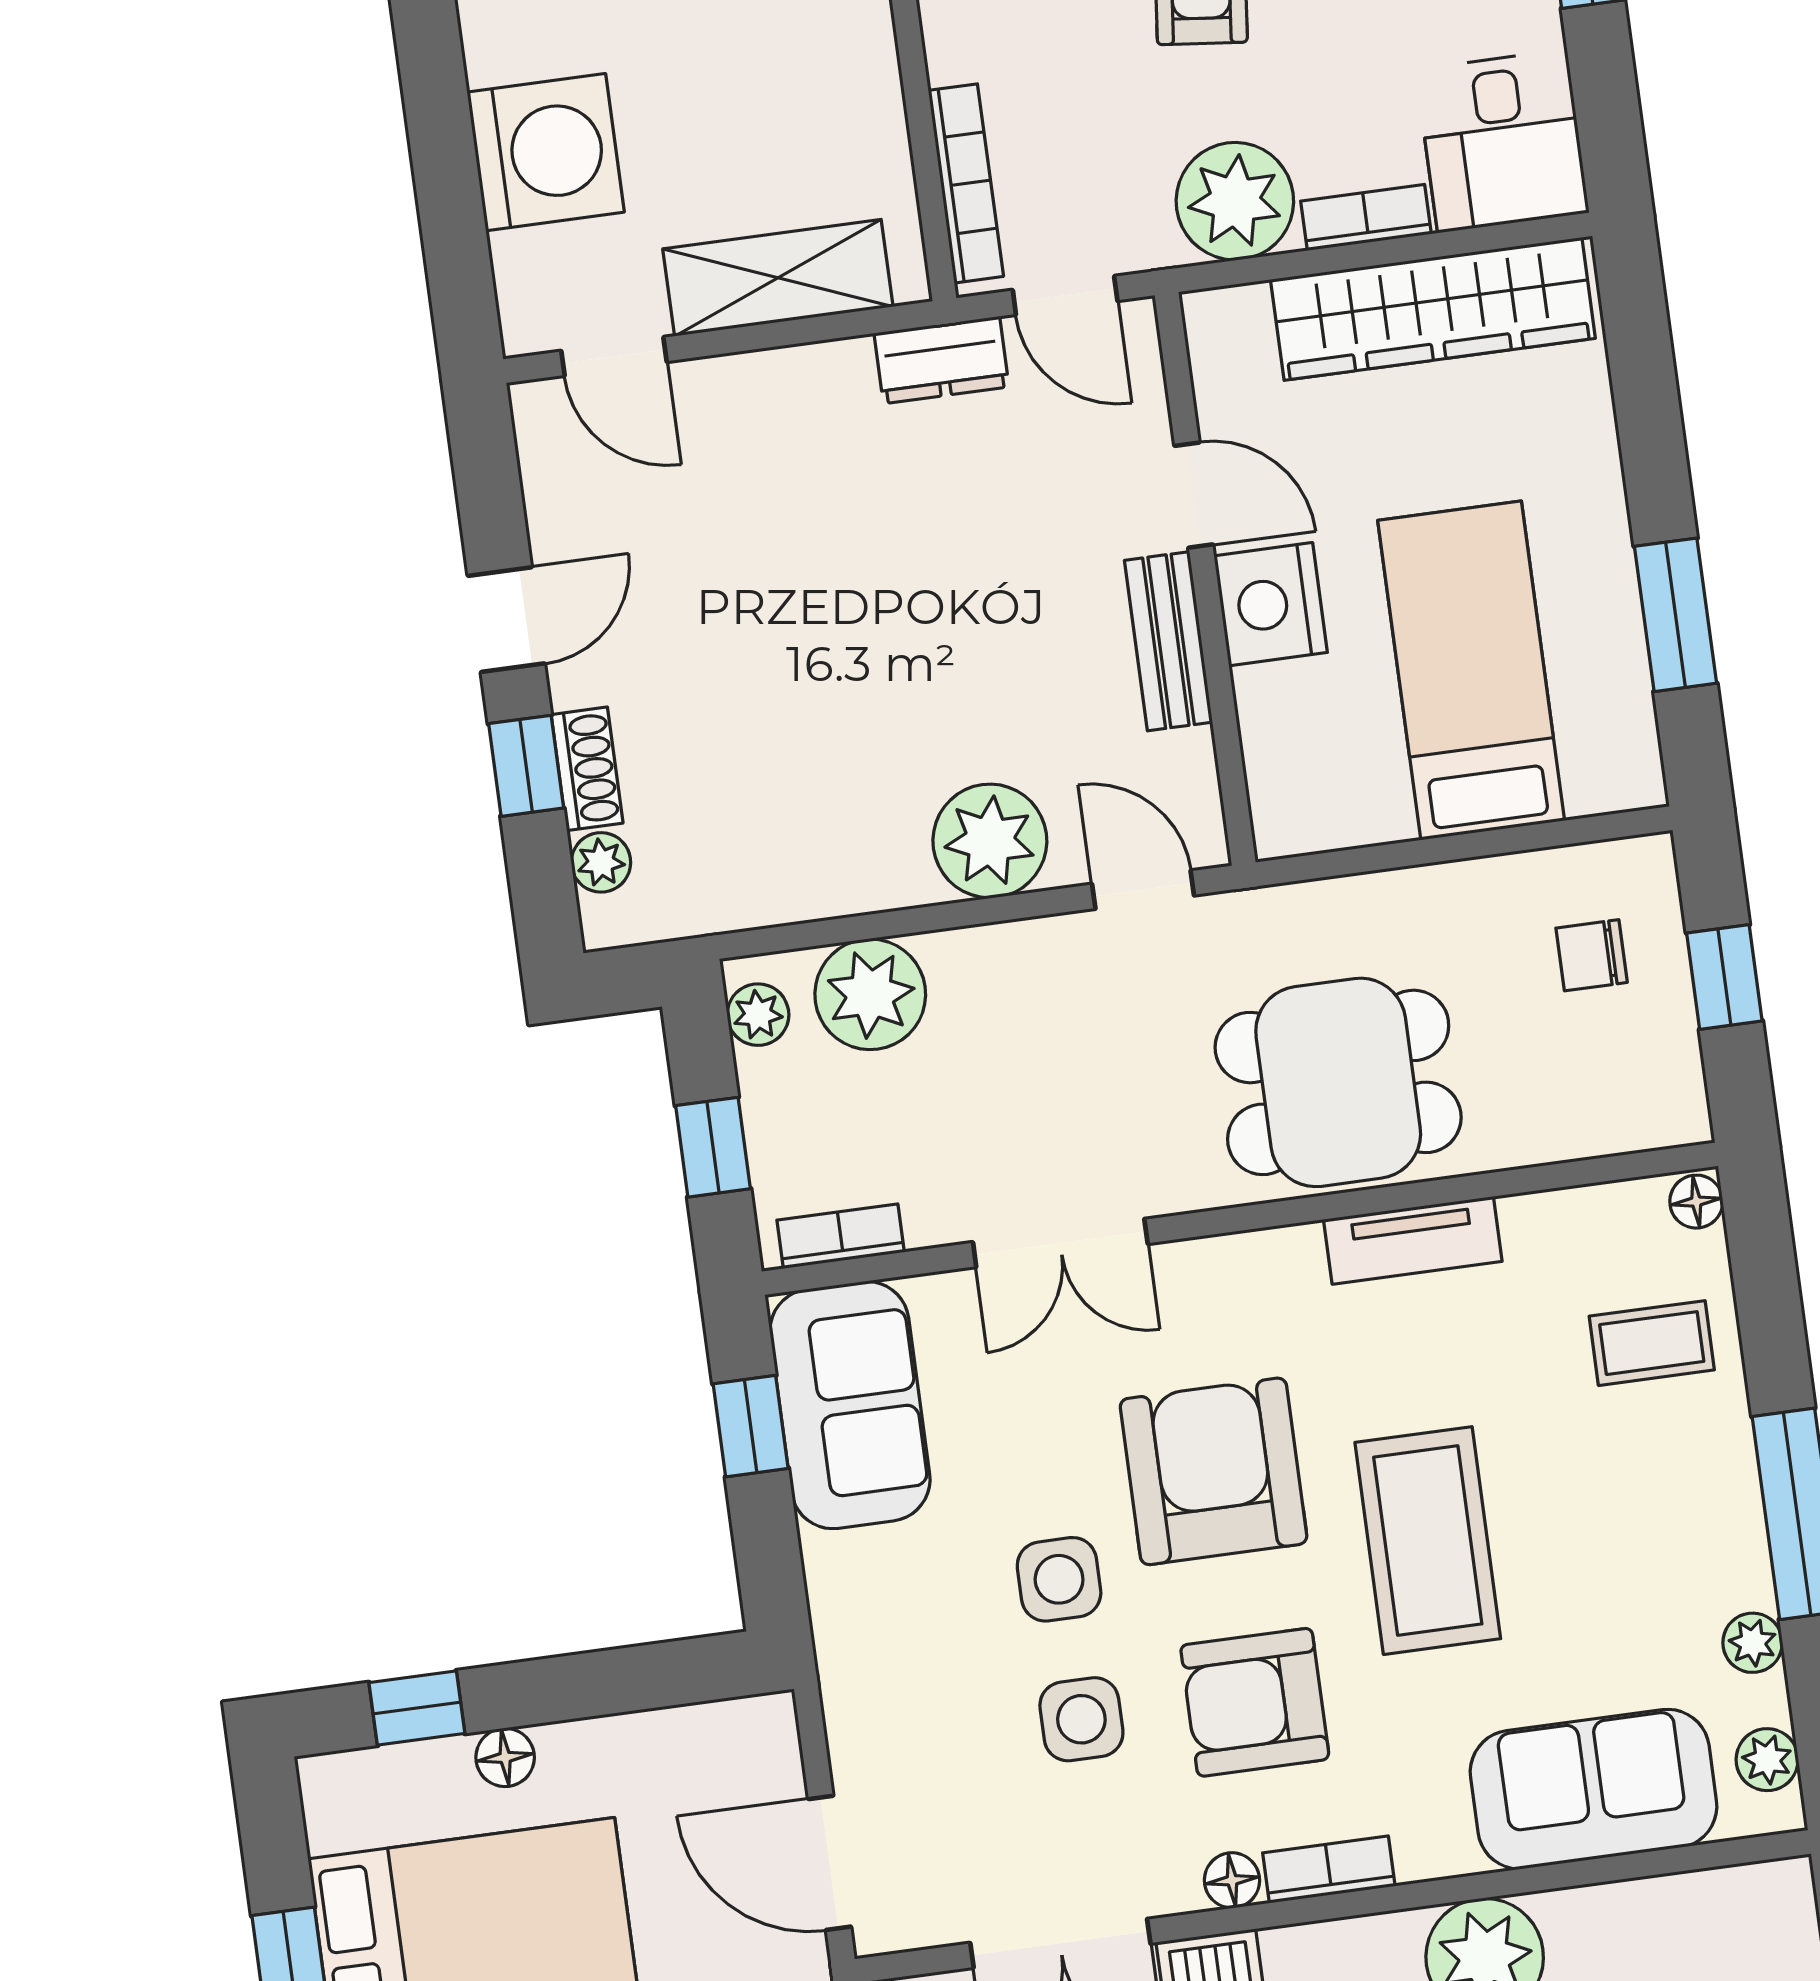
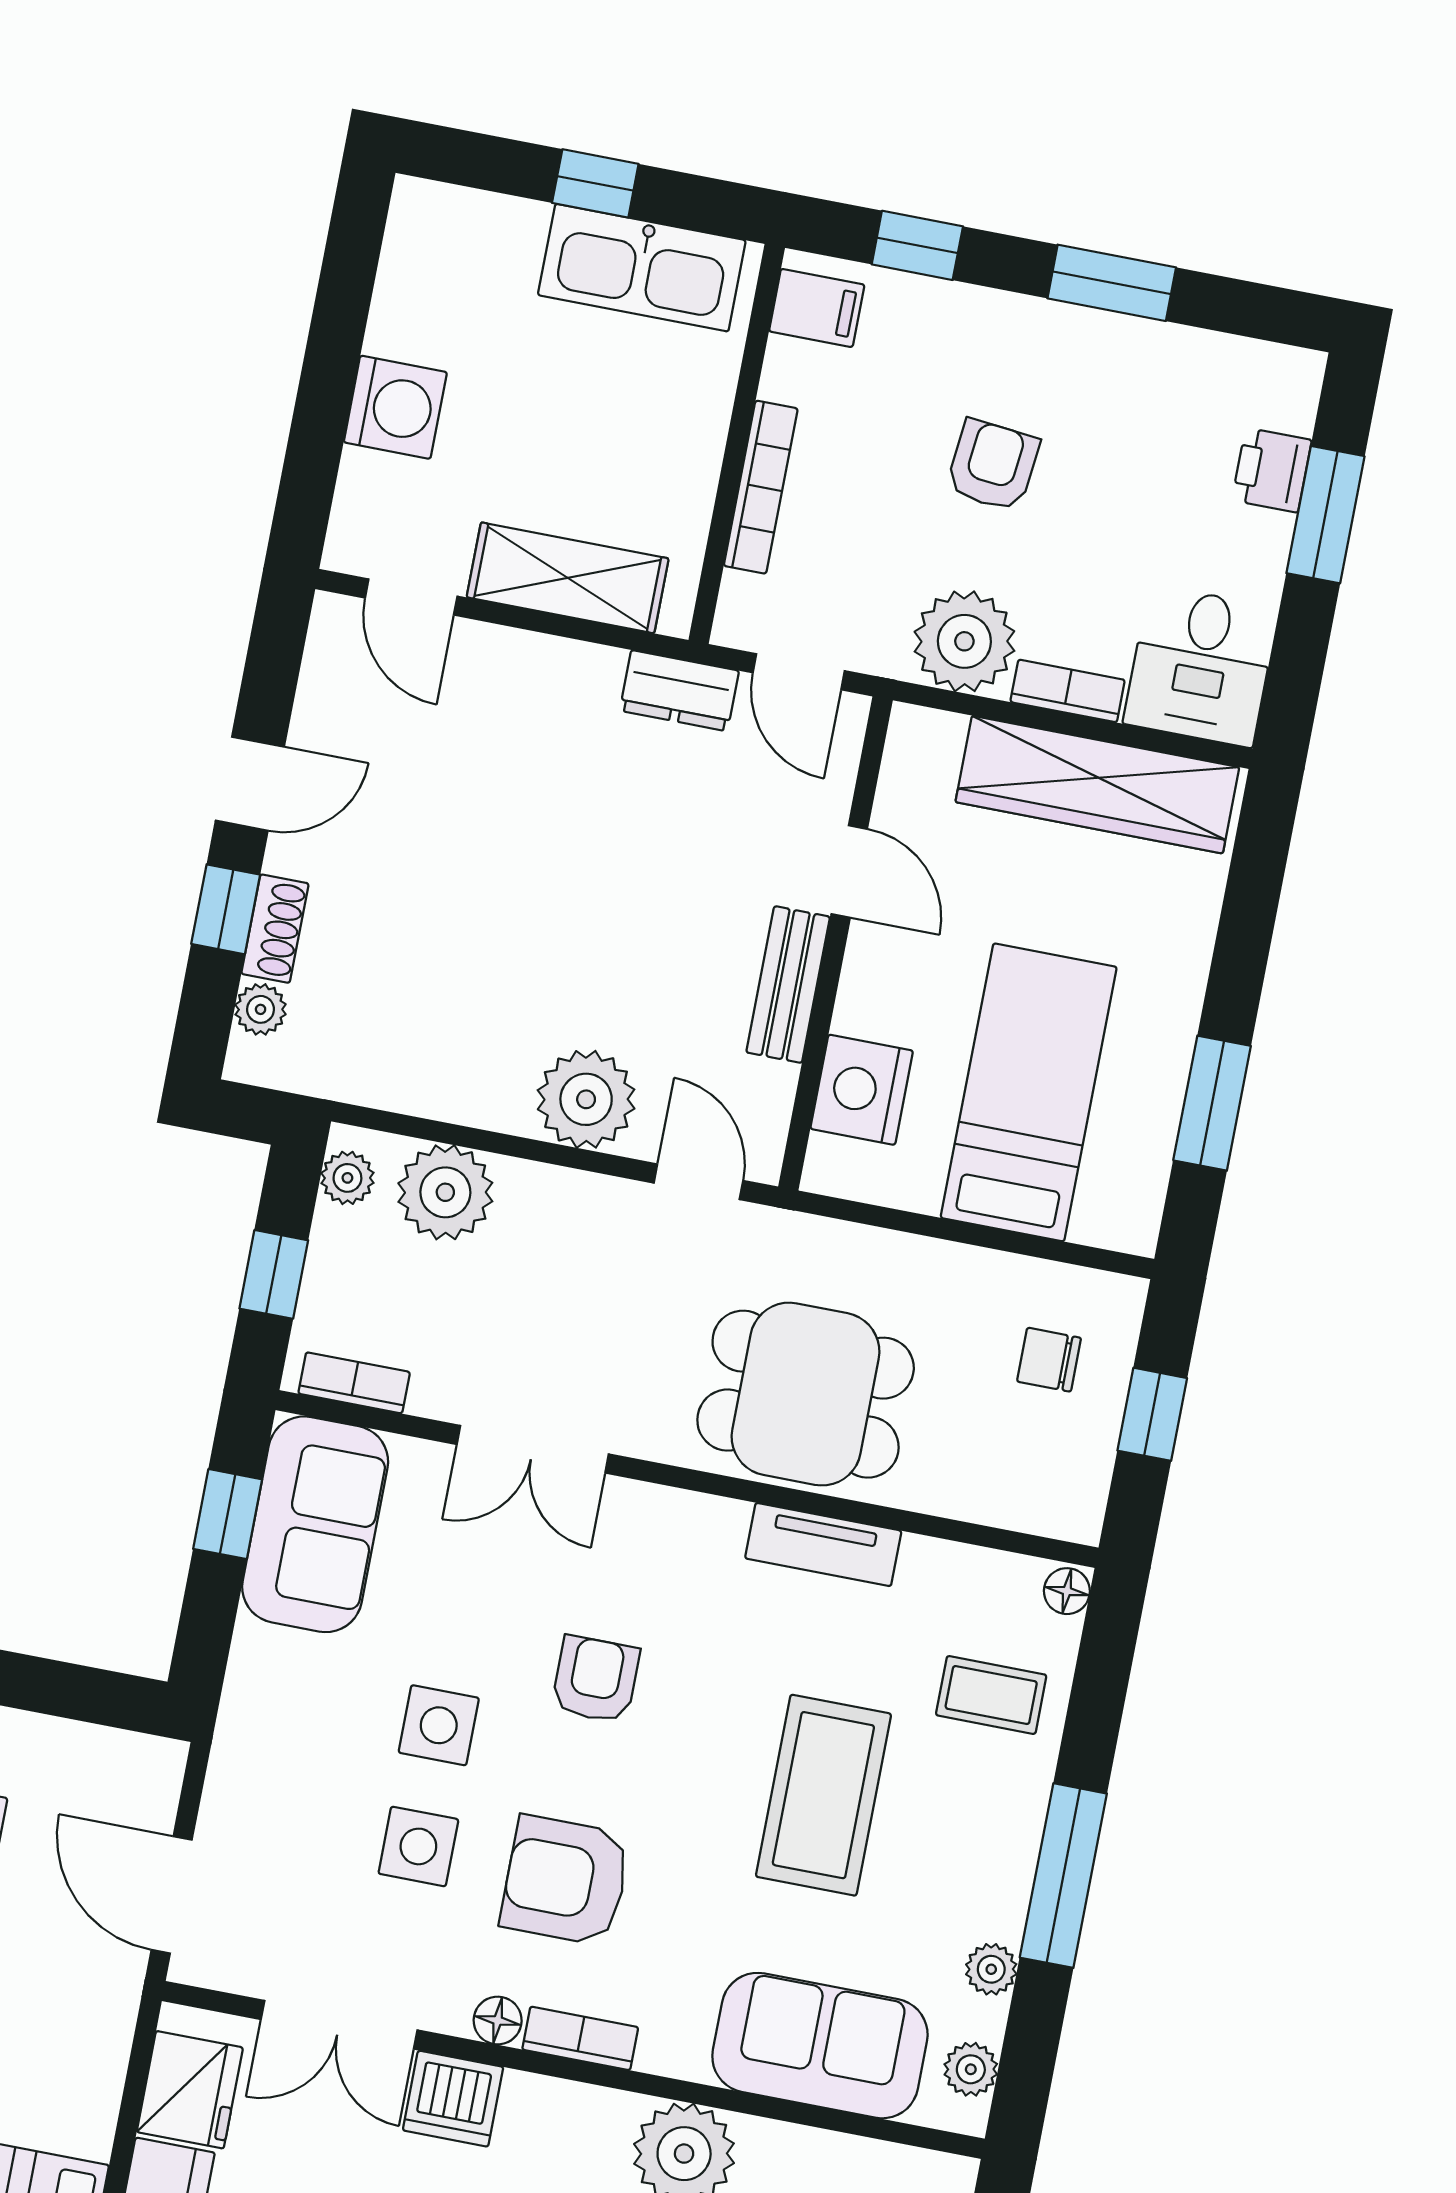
washing machine: (546, 152) -> (395, 407), width x0.73, depth x0.73
bookcase: (966, 183) -> (761, 487), moved
nightstand: (1271, 604) -> (862, 1090), moved
armchair: (1214, 1471) -> (596, 1679), width x0.53, depth x0.53
coffee table: (1428, 1541) -> (823, 1795), moved

